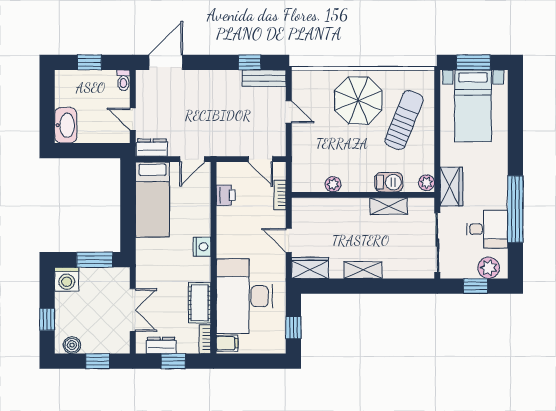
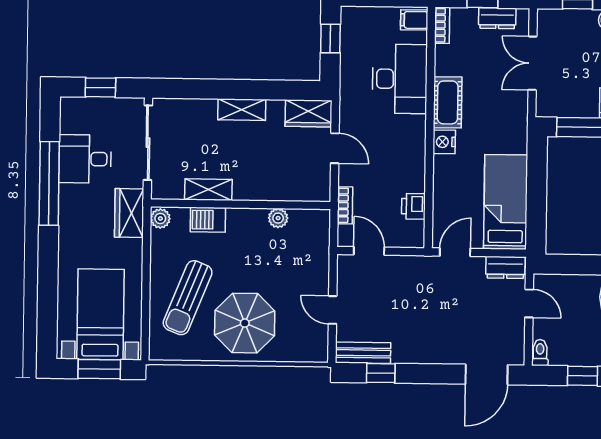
plant: (489, 268) -> (84, 110), removed
desk: (244, 296) -> (400, 79), width x0.73, depth x0.77
cot: (200, 303) -> (448, 102), moved

